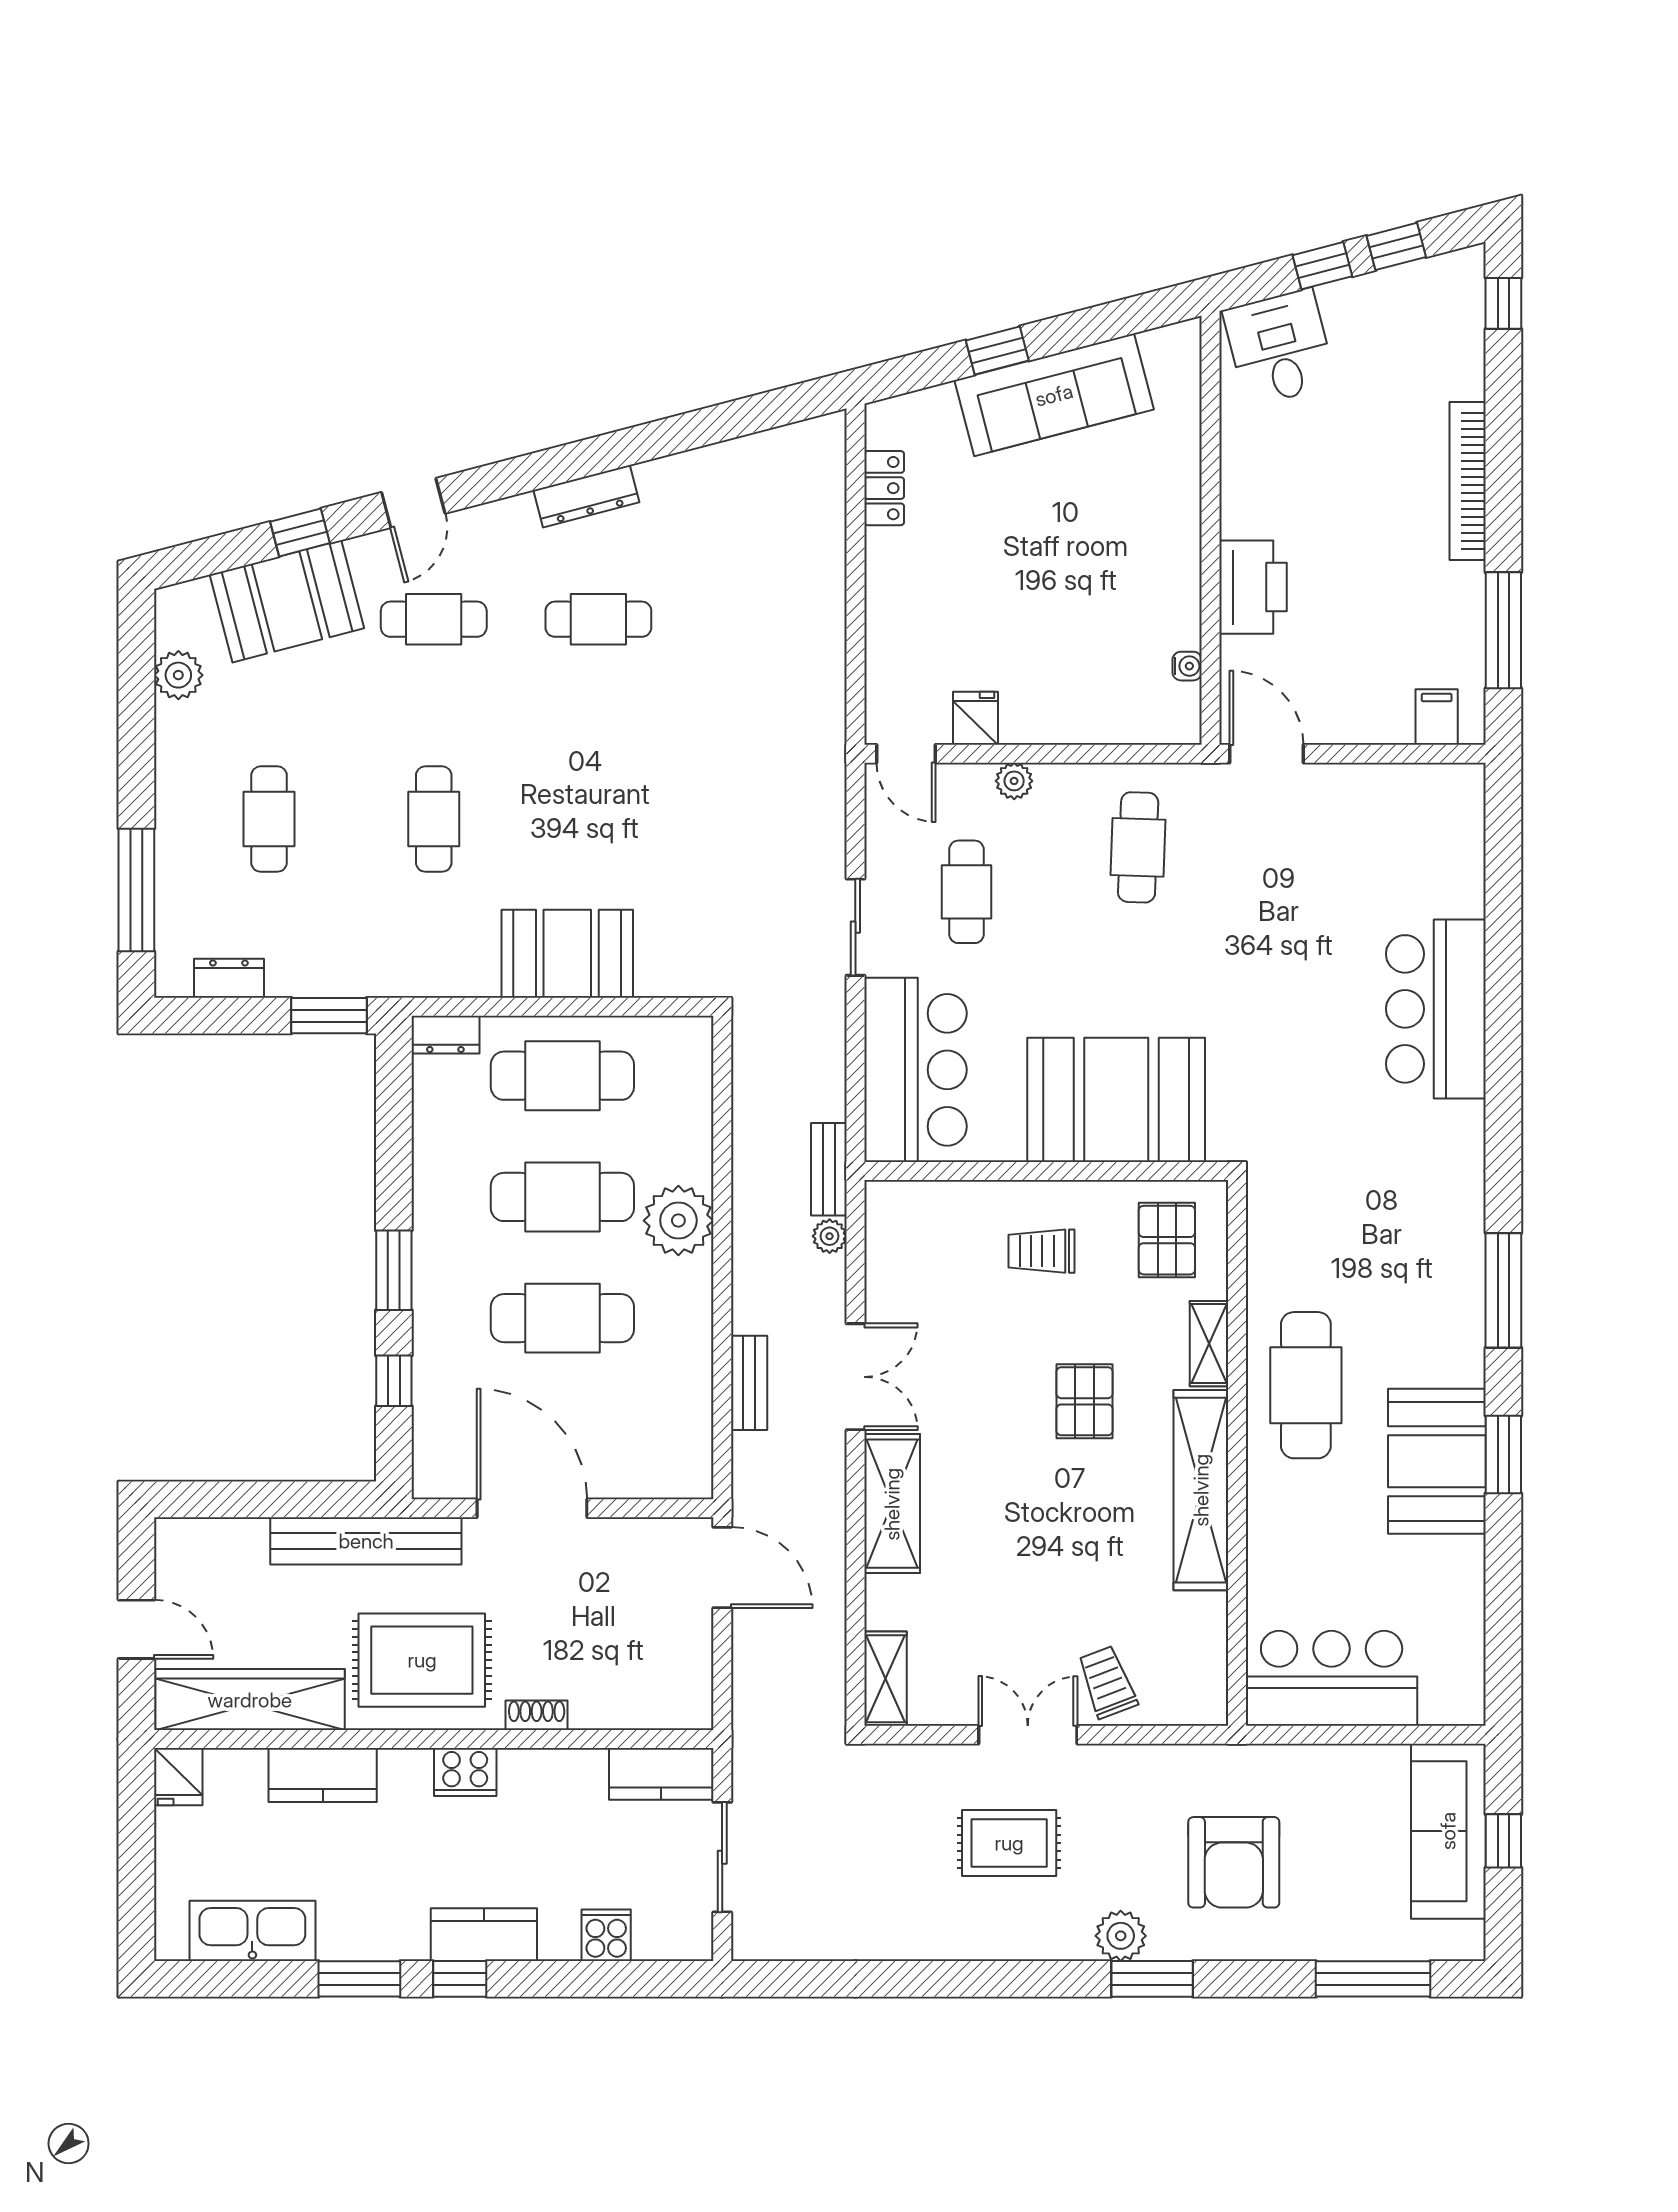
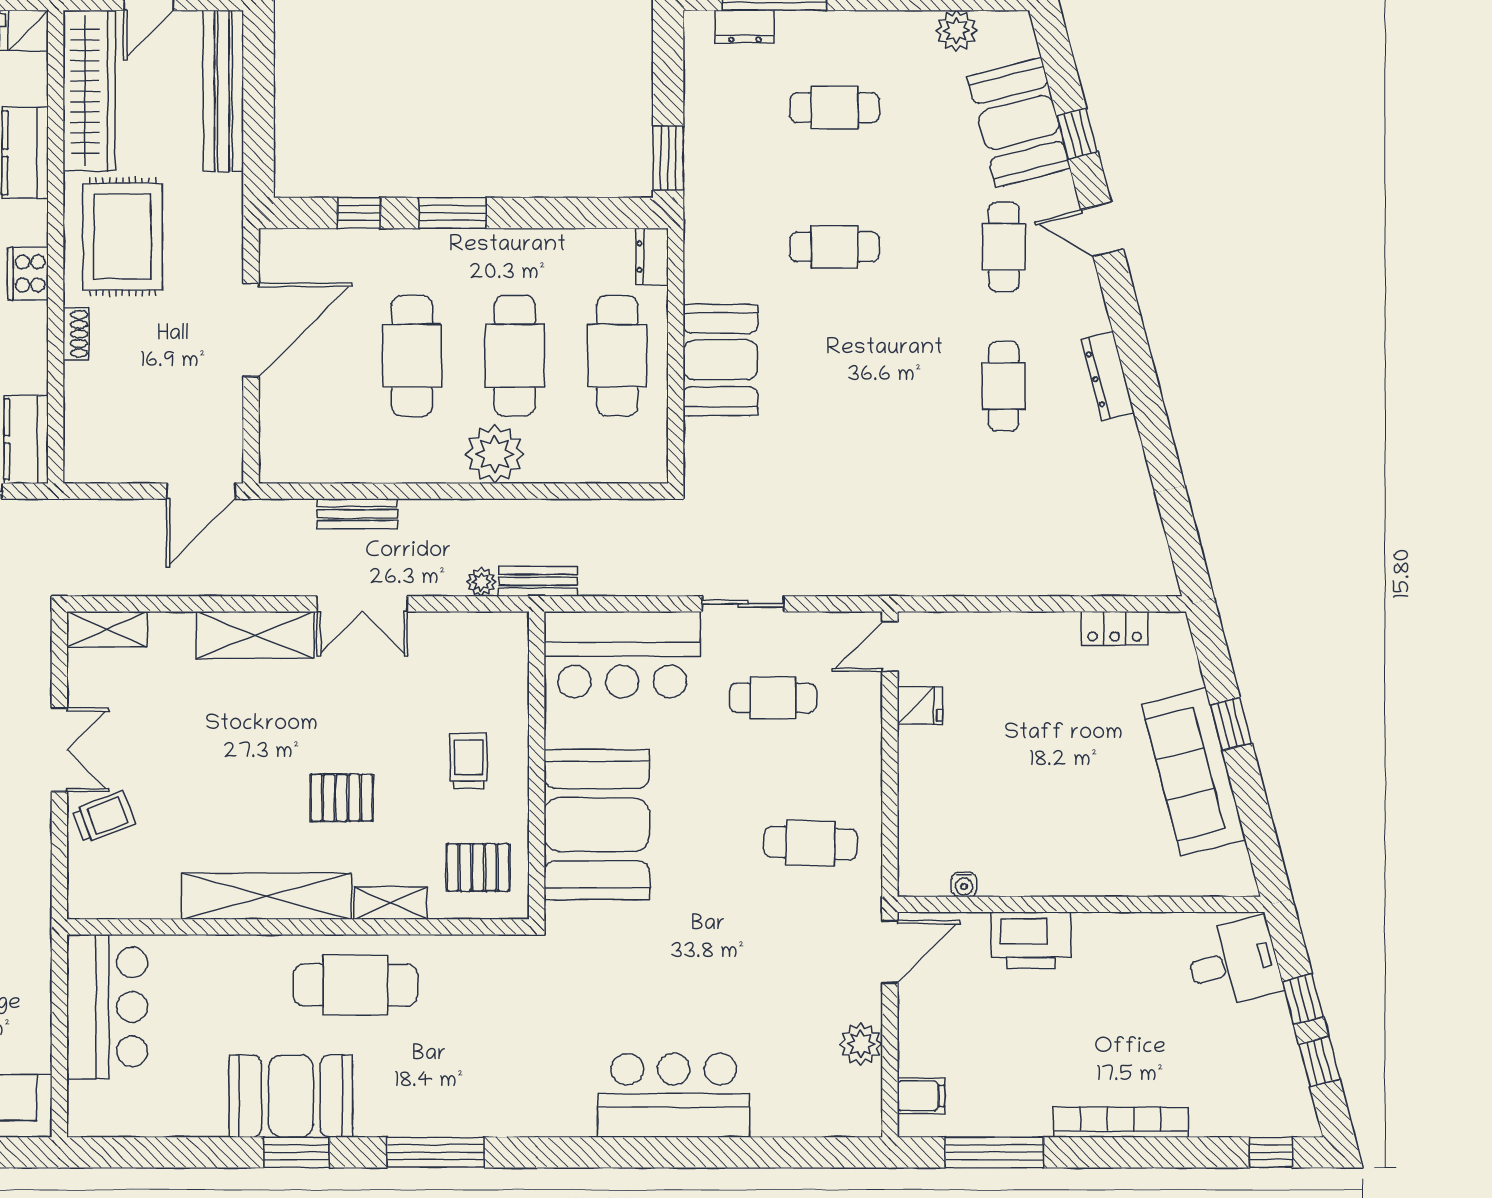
plant: (1014, 781) -> (861, 1044), moved, width x1.38, depth x1.38
dresser: (229, 978) -> (745, 27), moved, turned 90
bench: (366, 1541) -> (223, 91), moved

